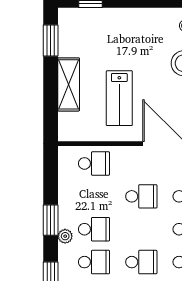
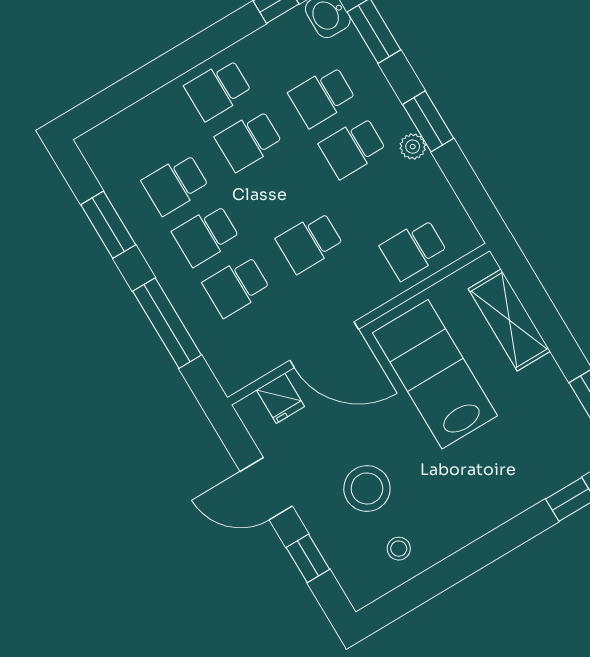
shelving: (69, 84) -> (509, 320), moved
lab bench: (119, 98) -> (435, 374), width x1.36, depth x1.39
plant: (65, 236) -> (413, 147), moved

